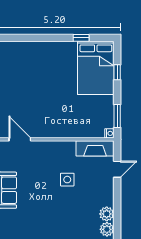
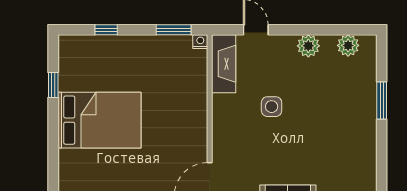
bed: (96, 68) -> (99, 120), moved
plant: (107, 214) -> (308, 46), moved

